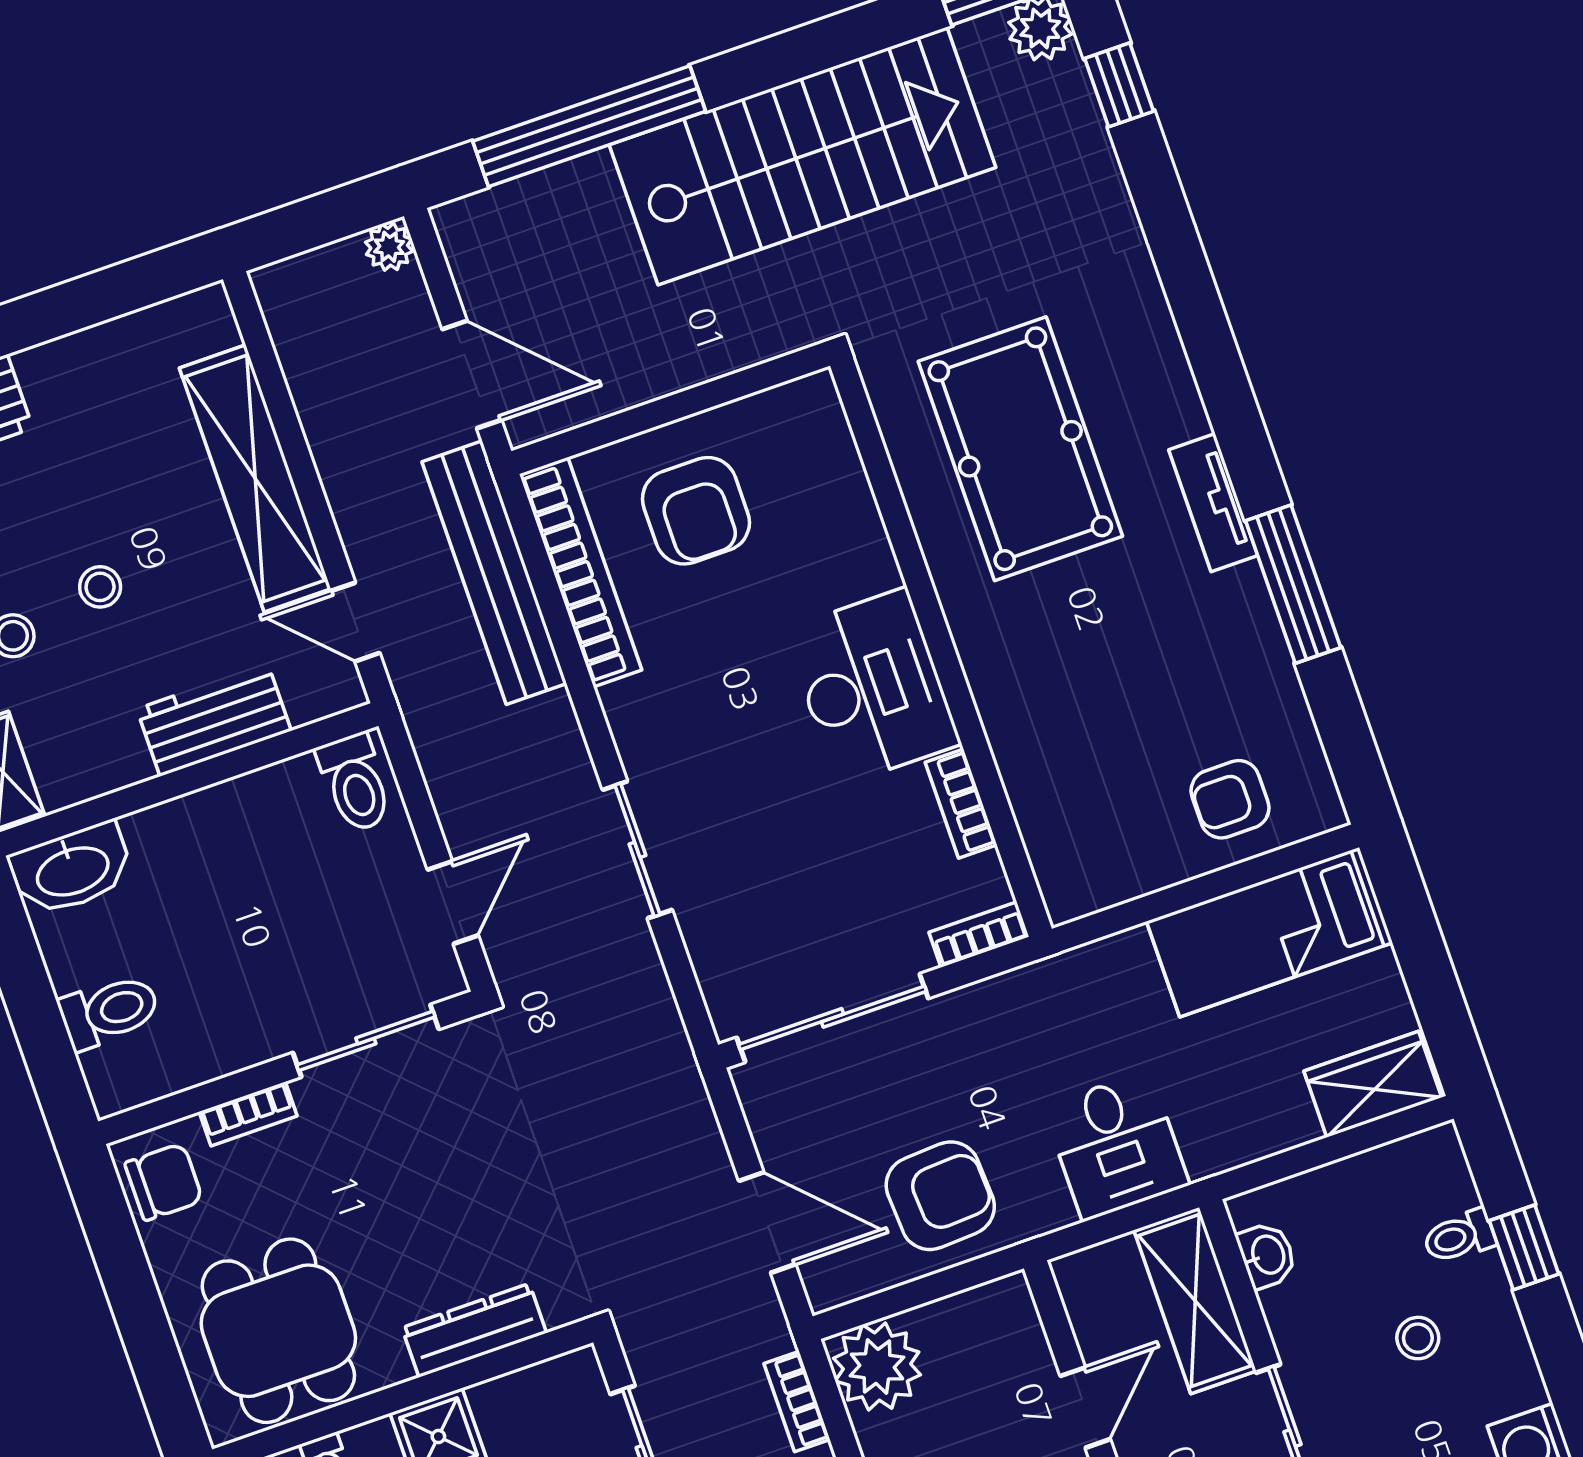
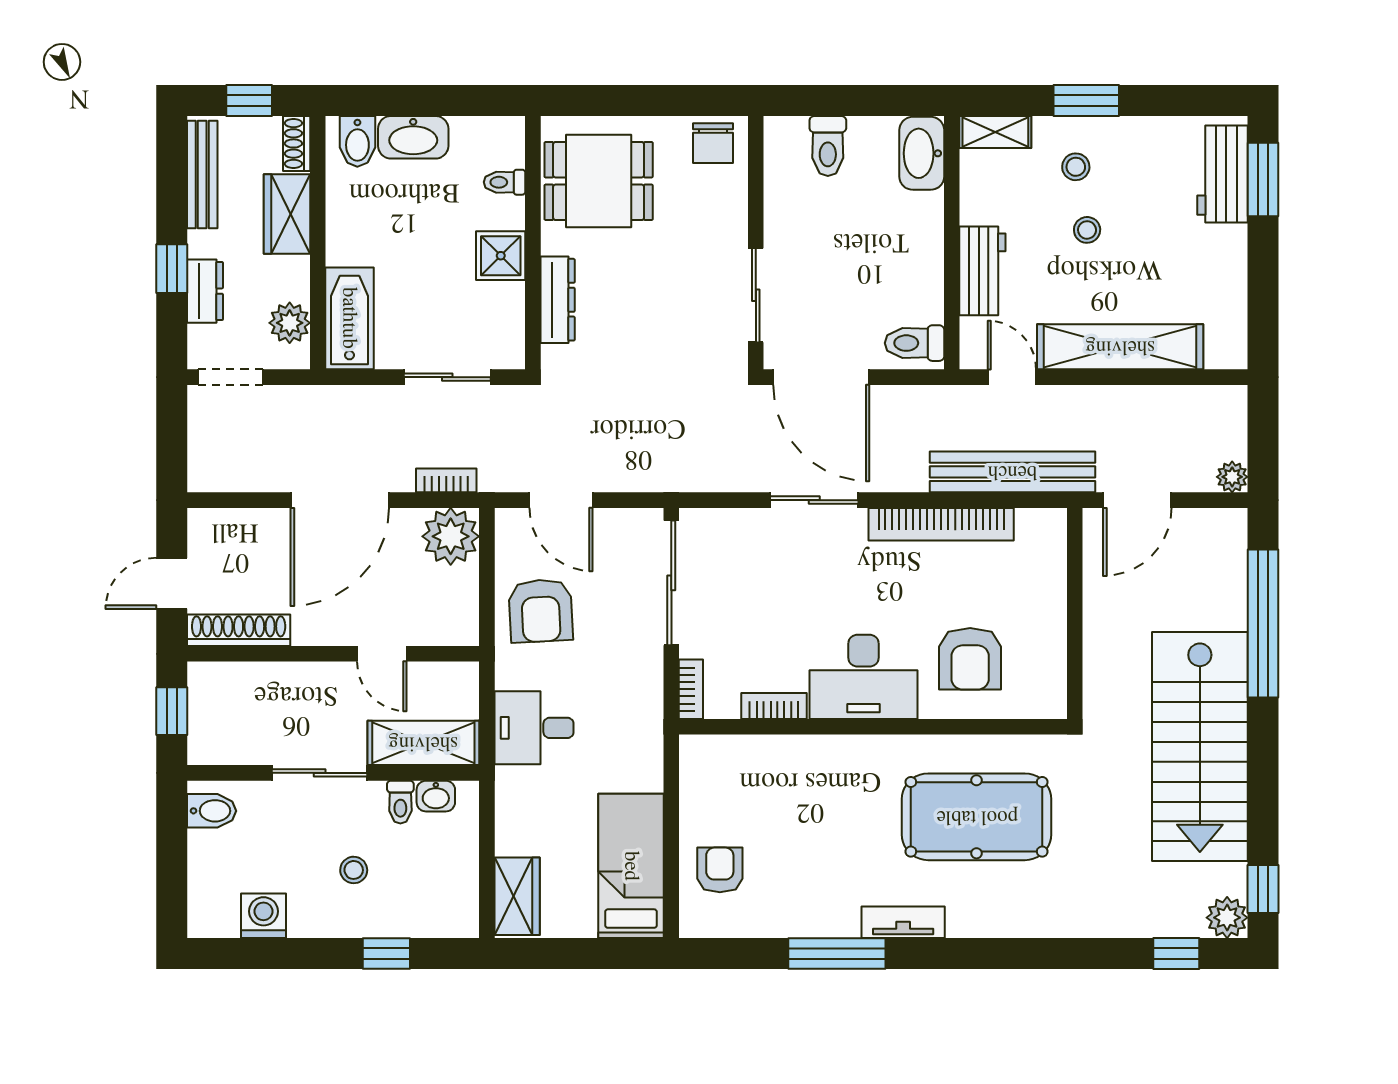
armchair: (696, 511) -> (970, 659), moved, turned -90
bookcase: (580, 572) -> (941, 524), moved
door: (355, 622) -> (1012, 377), hinge flipped
door: (453, 903) -> (821, 377), width x1.87
bookcase: (248, 1114) -> (736, 208), removed
door: (767, 1223) -> (561, 500), hinge flipped
toilet: (1459, 1236) -> (400, 802), moved, turned 180

